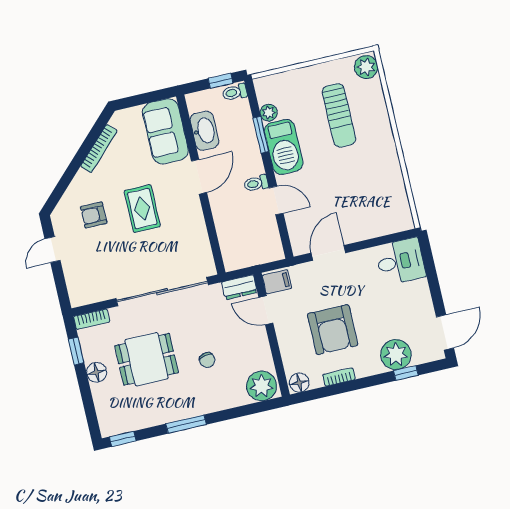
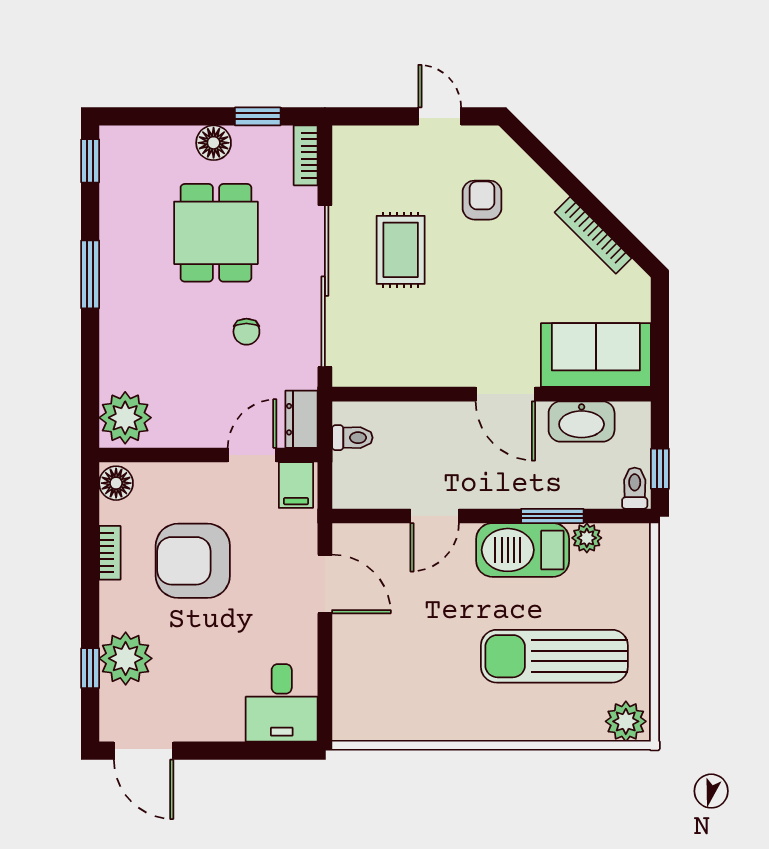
sun lounger: (339, 115) -> (554, 656), width x1.36, depth x1.34
toilet: (256, 183) -> (352, 438), moved, turned 90
rug: (142, 209) -> (401, 250), moved, turned 90
chair: (207, 360) -> (246, 332), moved, turned -79

